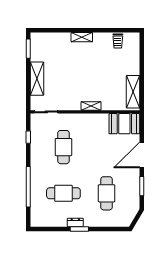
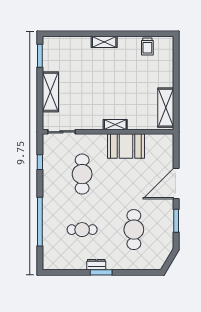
booth: (124, 124) -> (126, 146), moved
cafe table: (63, 193) -> (82, 230), width x0.73, depth x0.74

